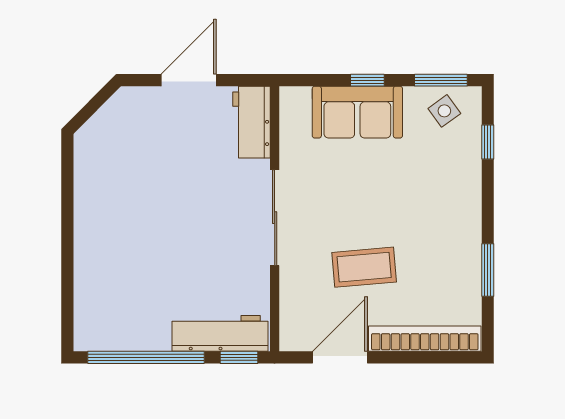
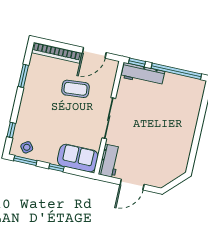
sofa: (357, 112) -> (78, 158), moved

